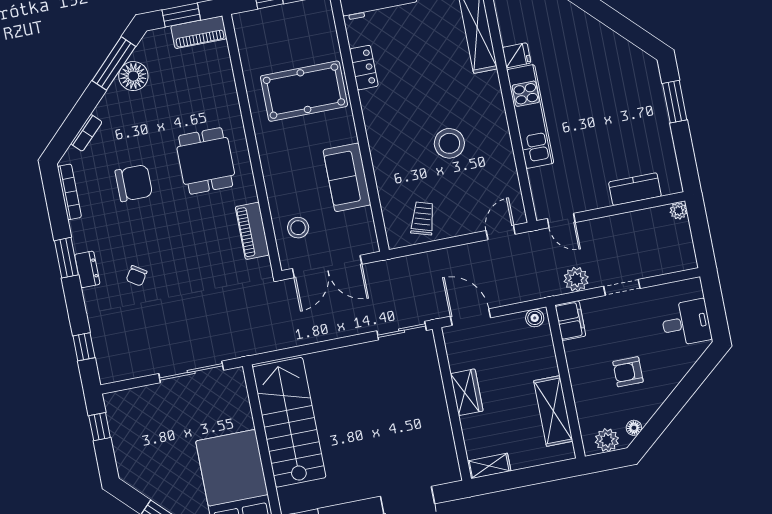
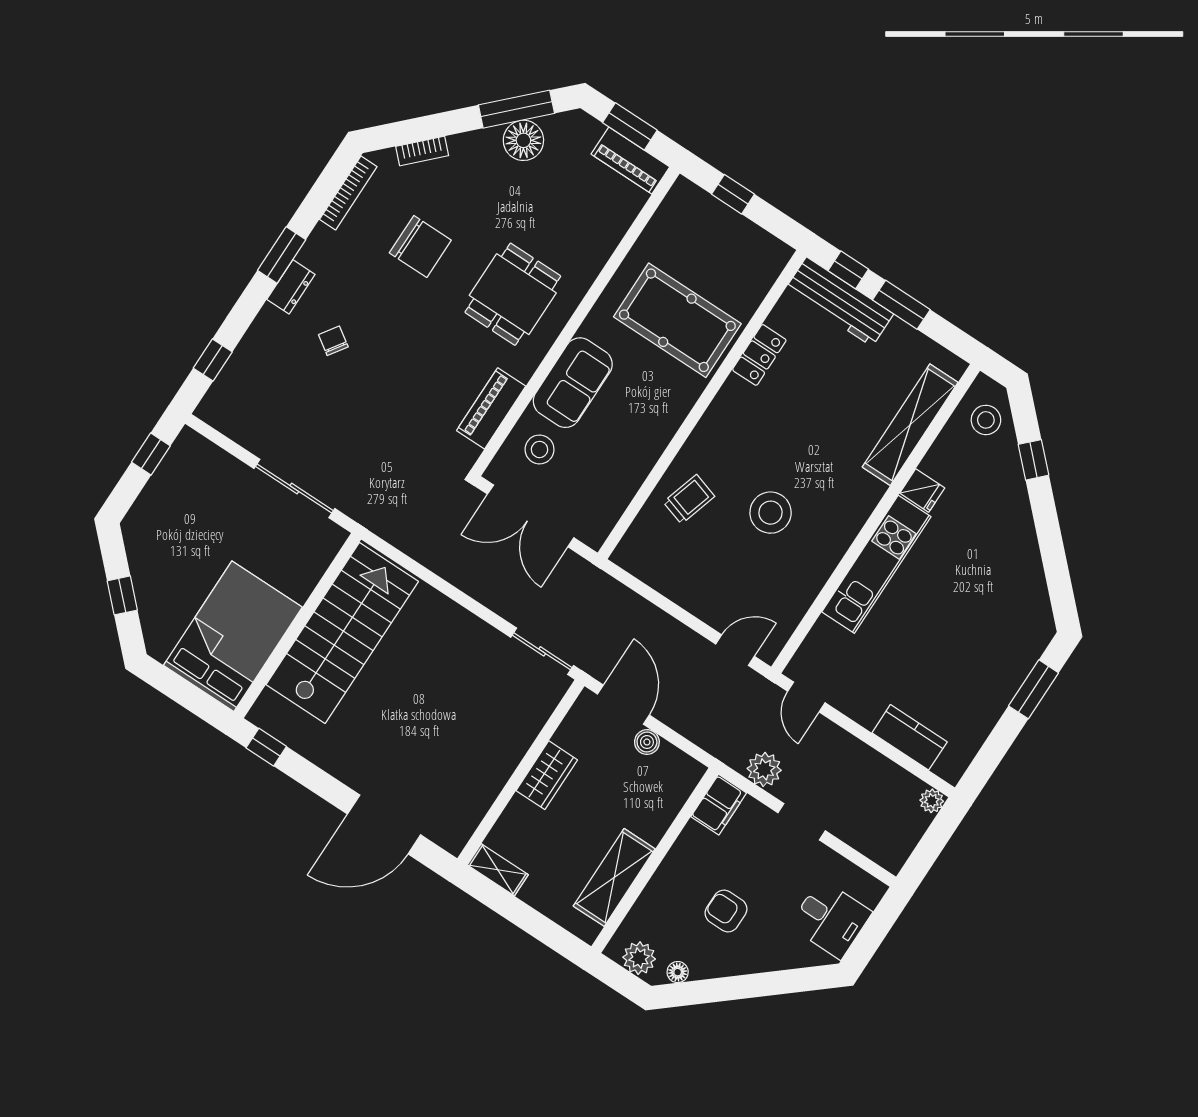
sofa: (347, 177) -> (573, 383), moved, turned 180
trolley: (423, 219) -> (689, 499), moved
chair: (137, 276) -> (333, 341), turned 91
boiler: (535, 318) -> (647, 742), moved

